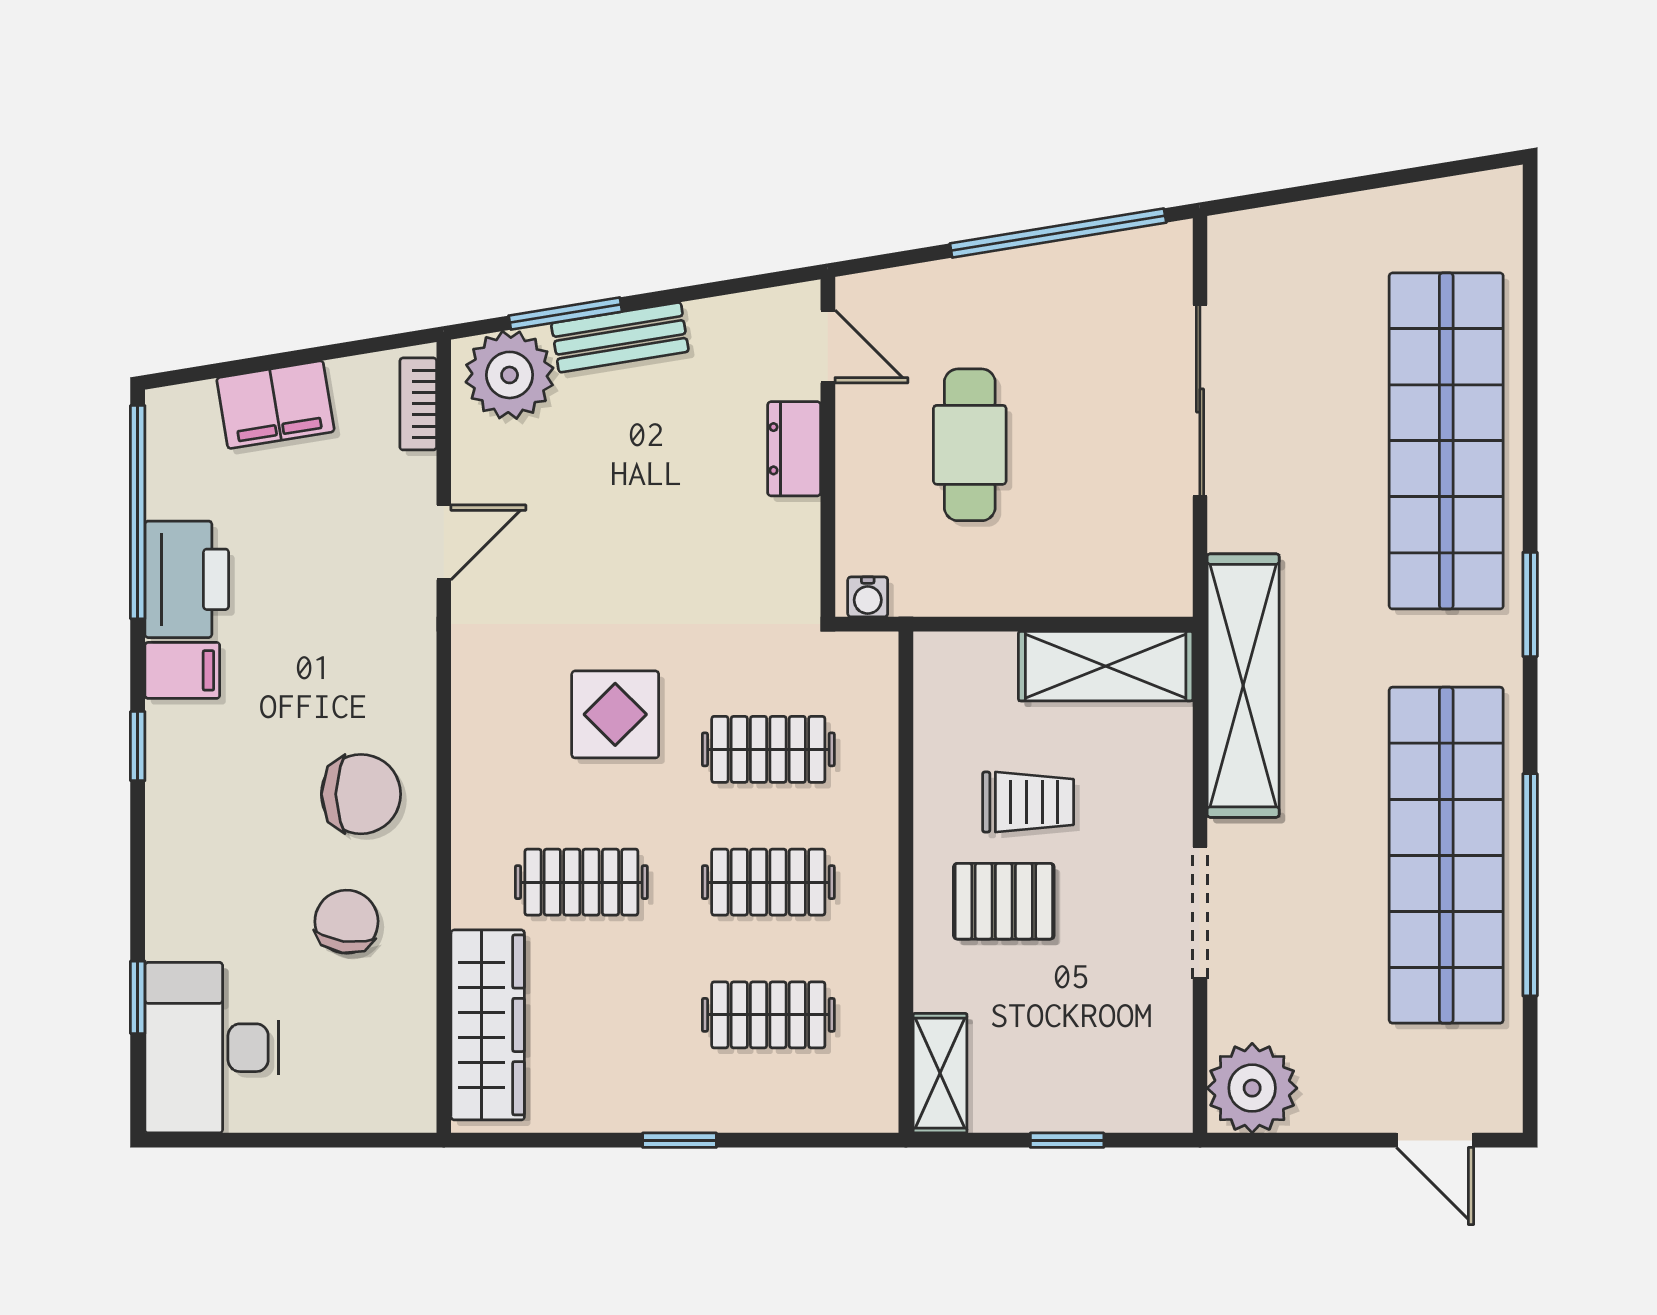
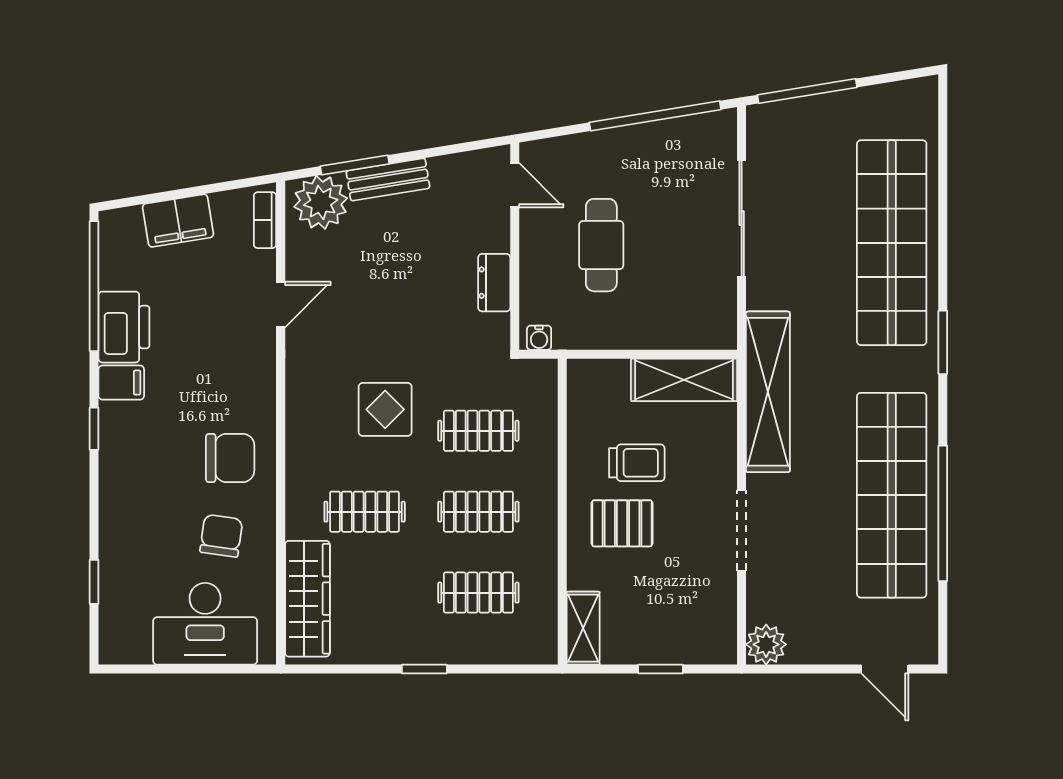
window: (1308, 192) -> (807, 91), added
dresser: (794, 449) -> (494, 283), moved
desk: (212, 1048) -> (205, 624), moved, turned -90
plant: (1252, 1088) -> (766, 644), width x0.73, depth x0.73

